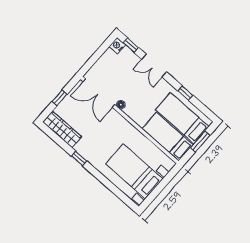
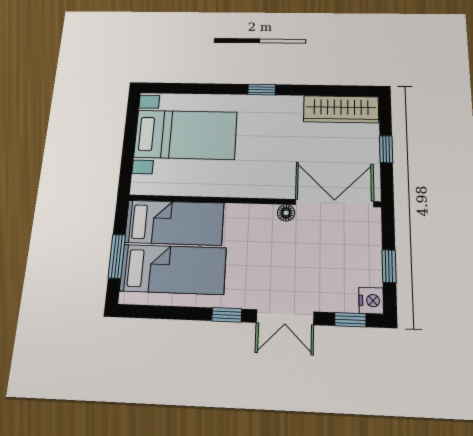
window: (99, 52) -> (389, 266), added
double door: (154, 66) -> (285, 317), swing flipped
window: (185, 93) -> (227, 315), moved
window: (79, 159) -> (262, 90), moved

